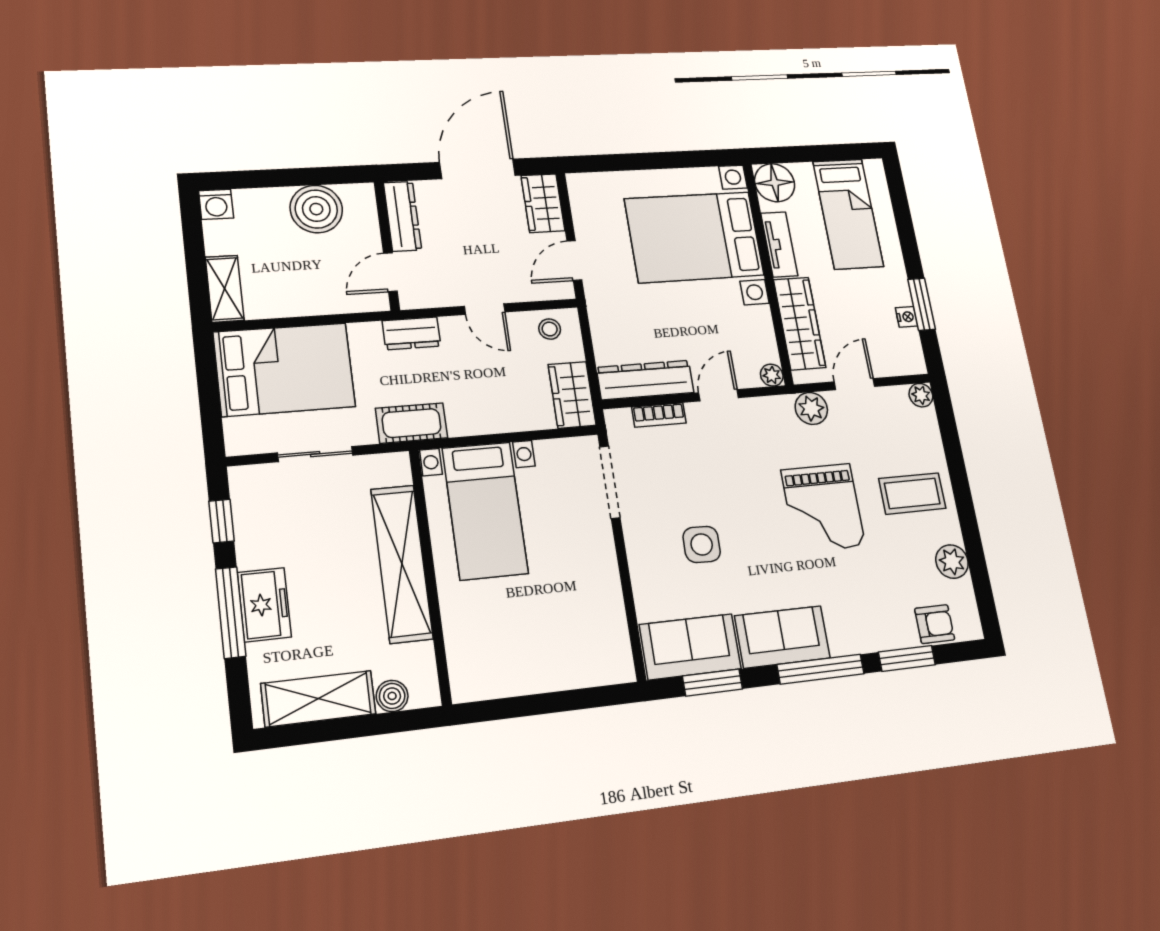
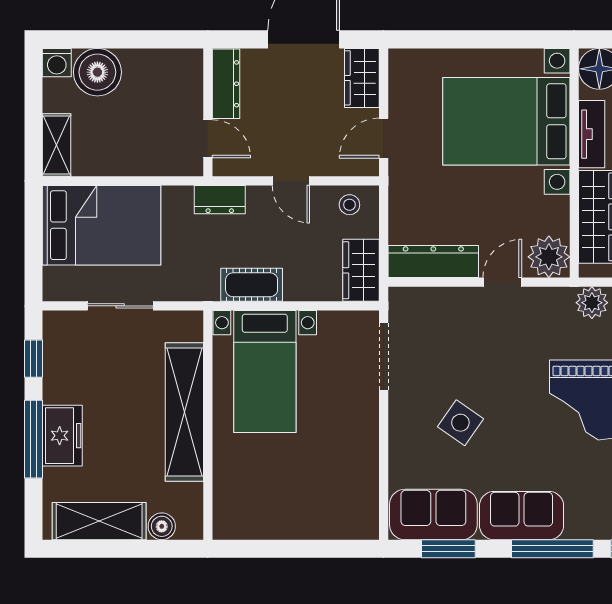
boiler: (316, 209) -> (97, 72), moved
door: (390, 272) -> (208, 139), swing flipped
plant: (772, 375) -> (549, 257), width x1.87, depth x1.87
bookcase: (659, 415) -> (441, 297), removed
cot: (412, 423) -> (252, 285), moved
side table: (702, 544) -> (460, 423), turned 34

